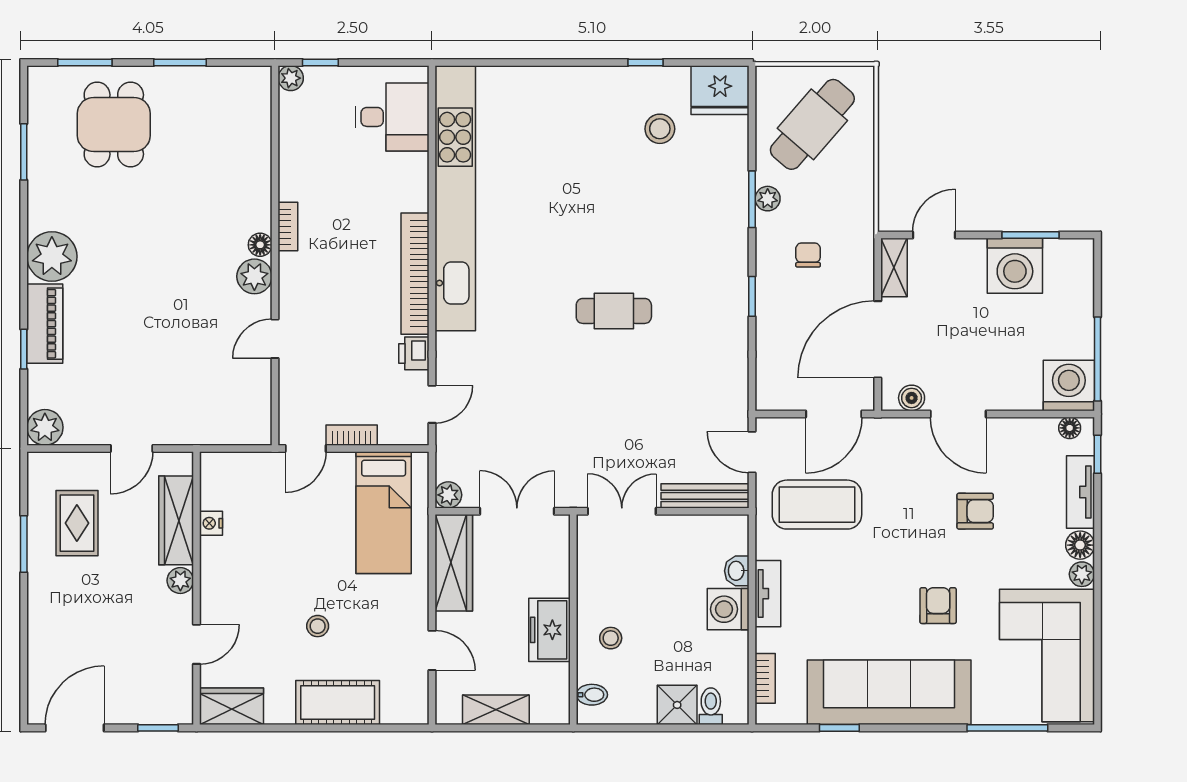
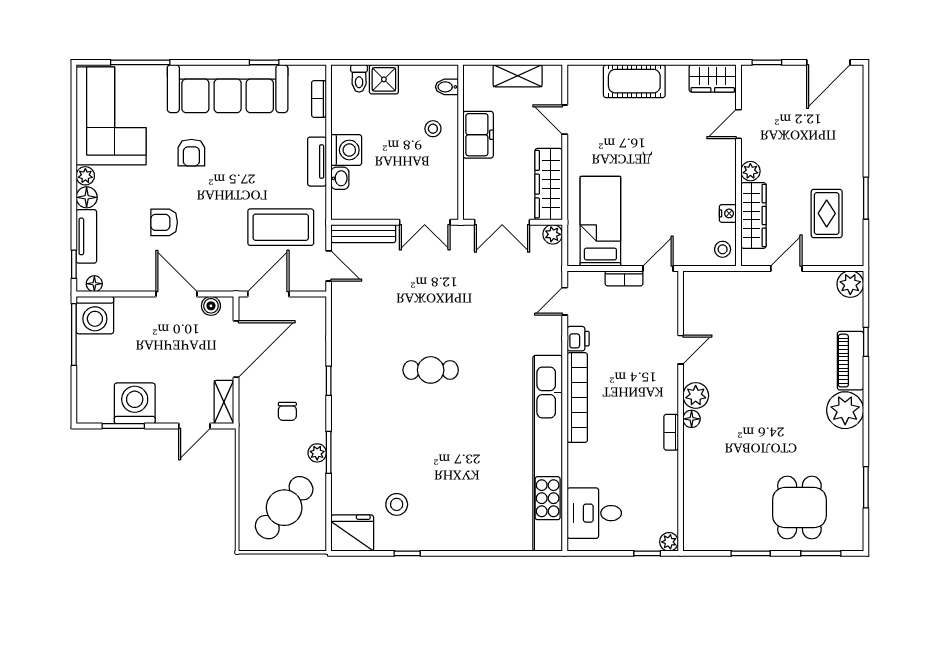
stool: (318, 626) -> (723, 249), moved

